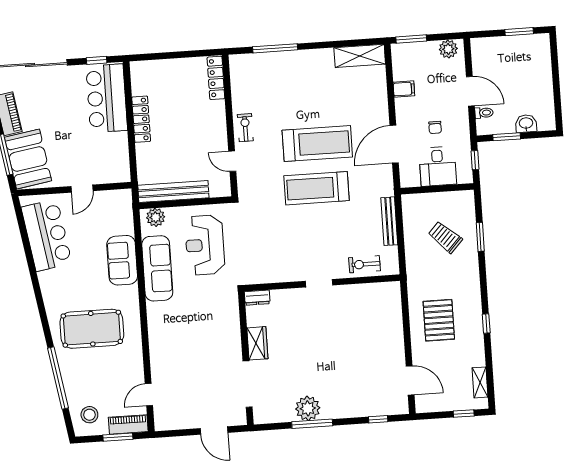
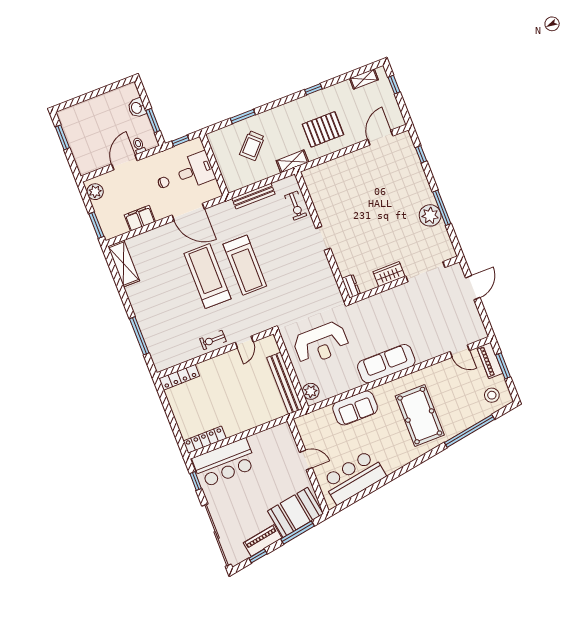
filing cabinet: (404, 89) -> (140, 218), width x2.00
locker: (141, 119) -> (205, 440), moved
sofa: (157, 268) -> (386, 364), moved
shelving: (414, 276) -> (292, 161), added

